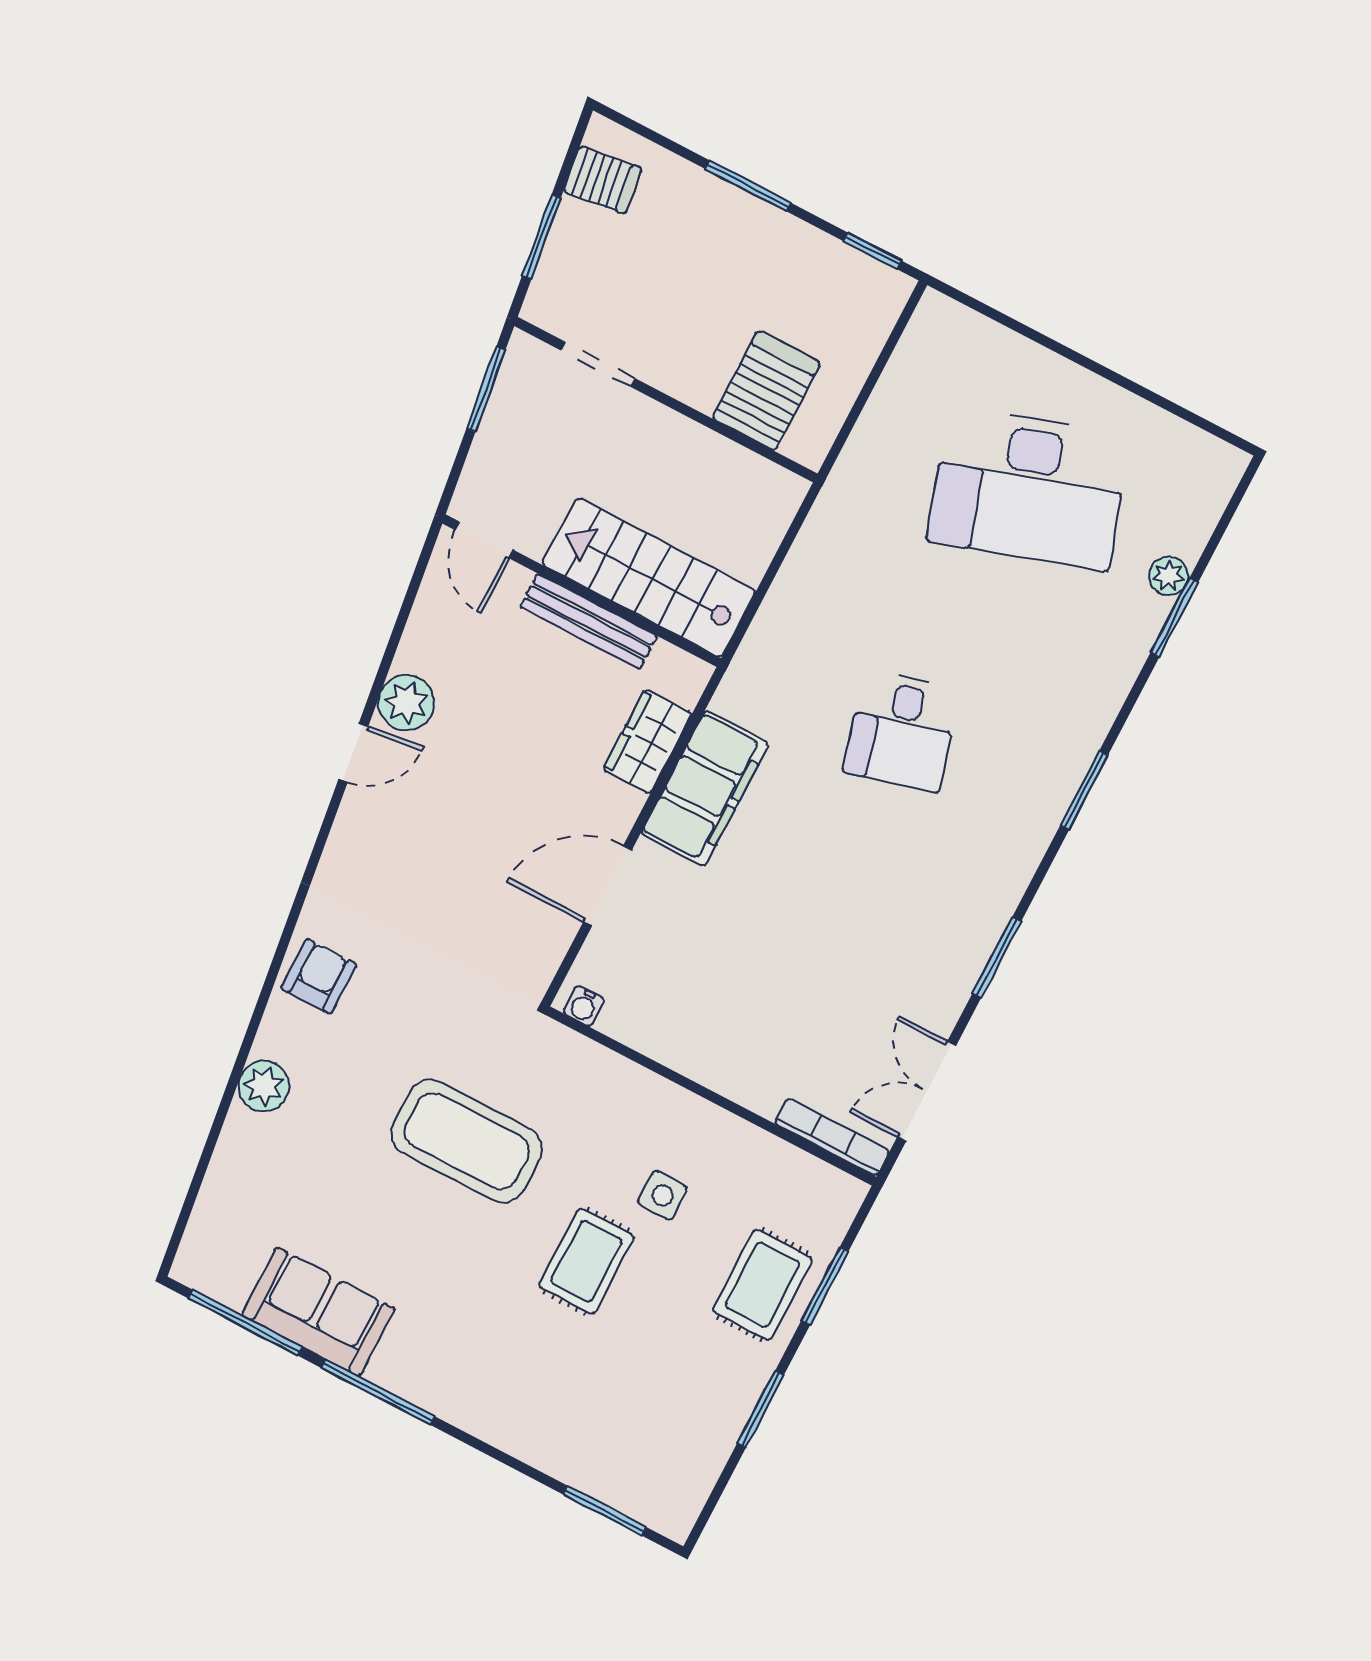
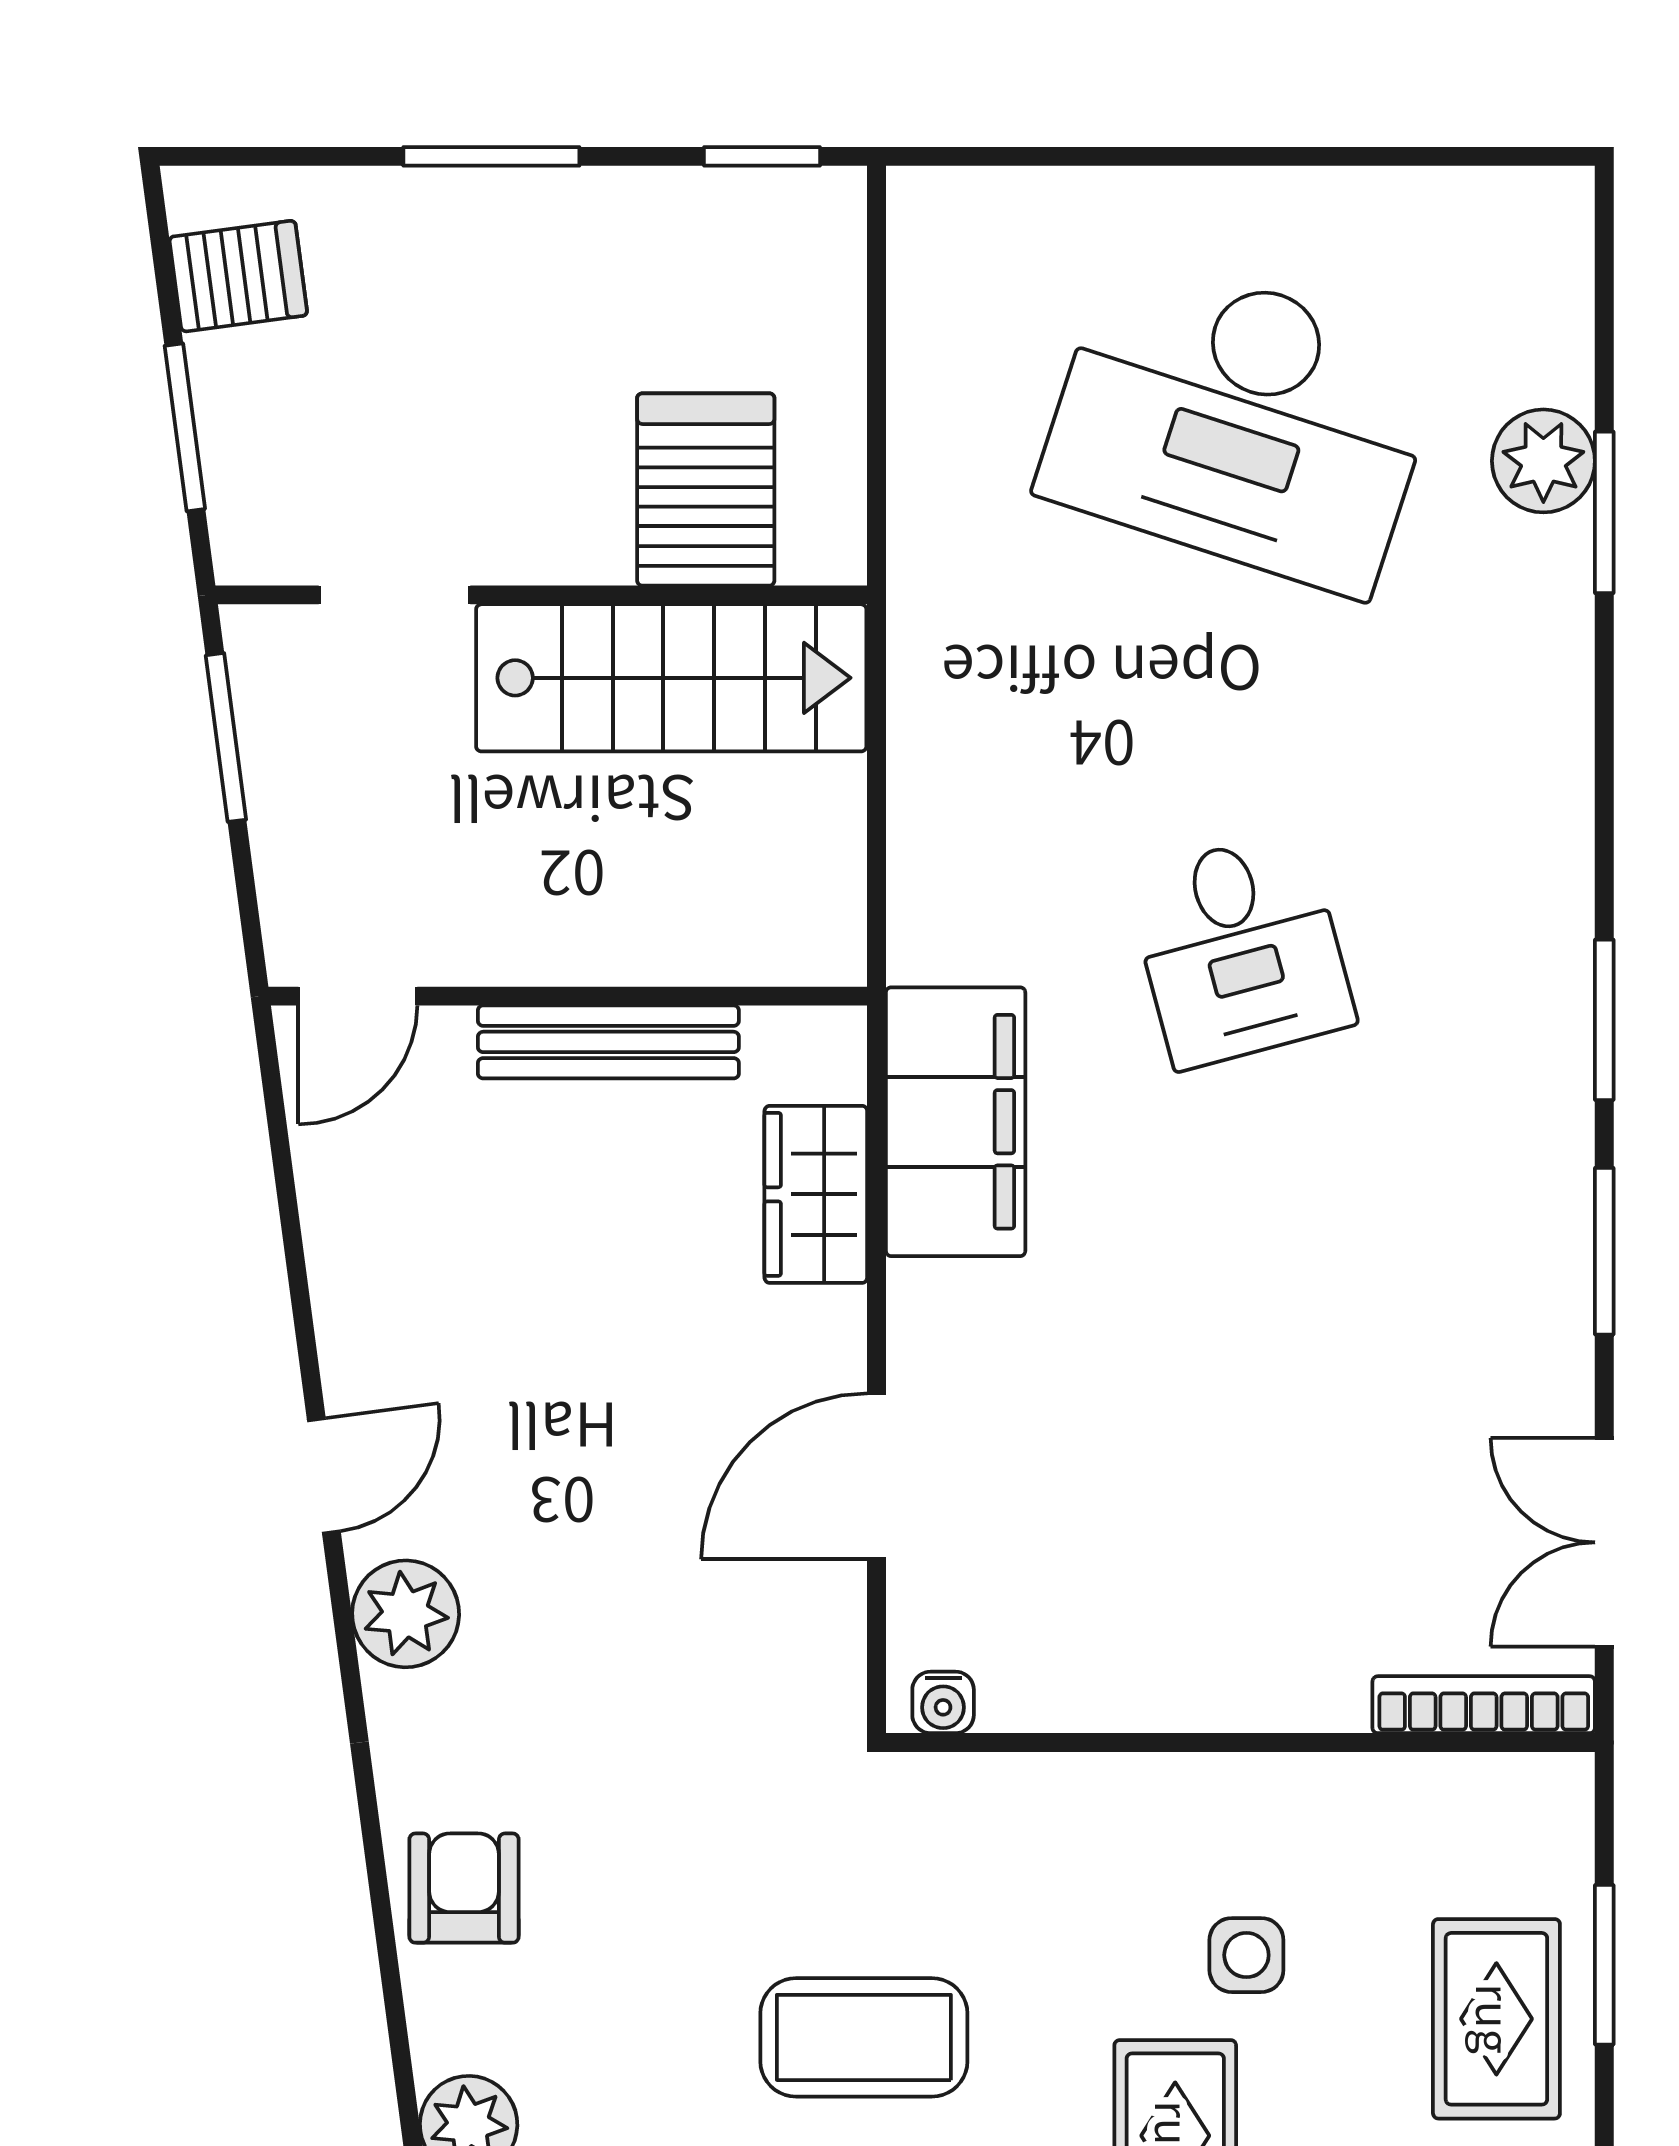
desk: (1029, 488) -> (1240, 422), turned 36
door: (484, 540) -> (358, 996), hinge flipped
plant: (1169, 576) -> (1543, 461), width x1.38, depth x1.38
stairs: (649, 578) -> (671, 678), moved, turned 180
plant: (406, 703) -> (406, 1614), moved
filing cabinet: (705, 788) -> (956, 1122), moved
window: (1084, 790) -> (1604, 1020), moved
coffee table: (467, 1141) -> (864, 2037), width x0.73, depth x0.76

